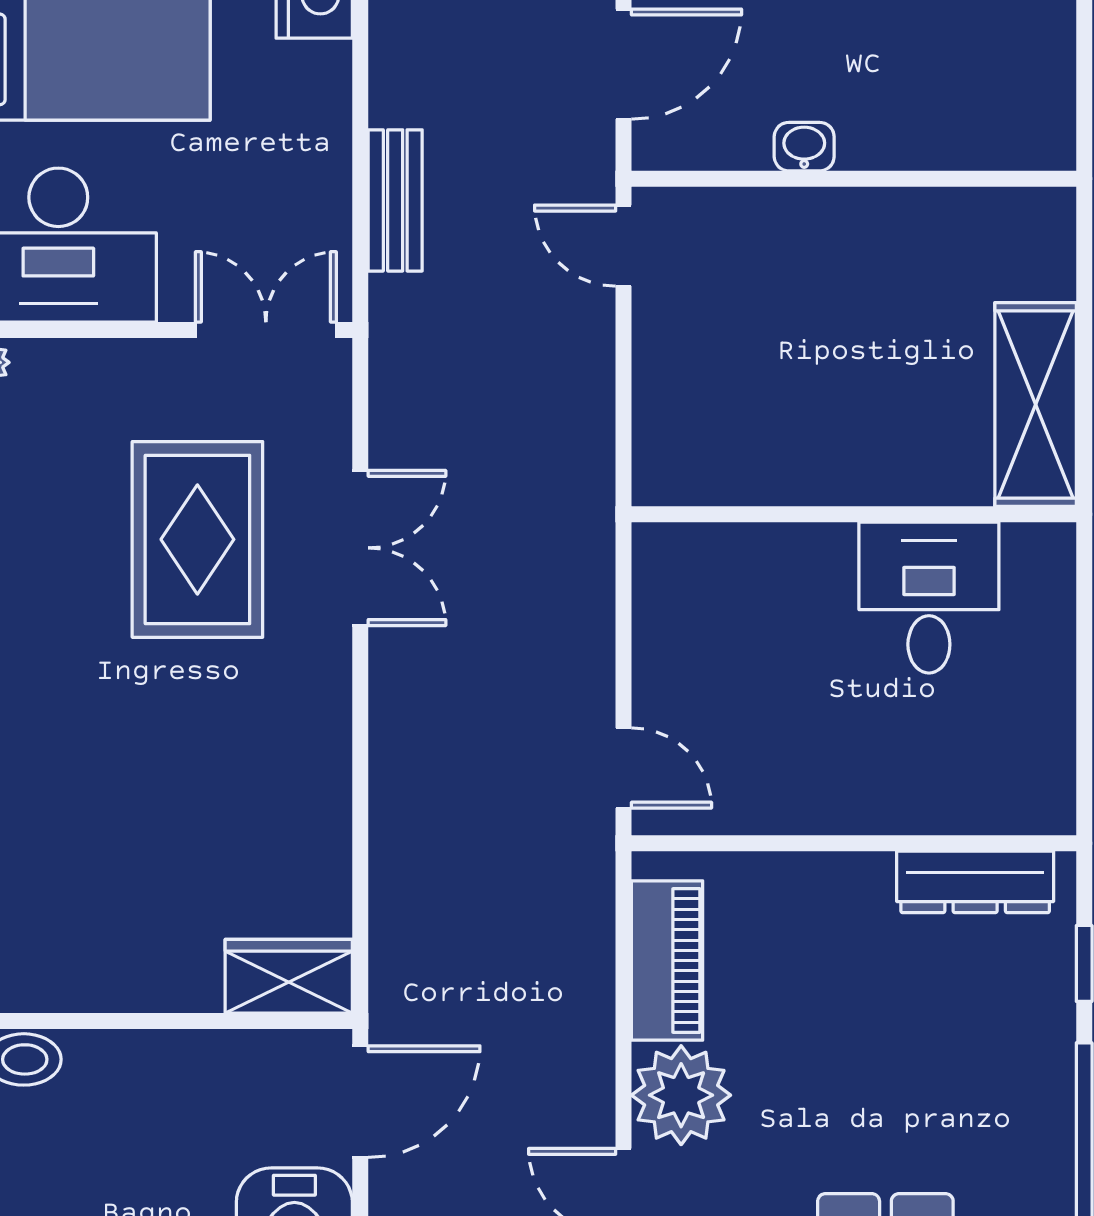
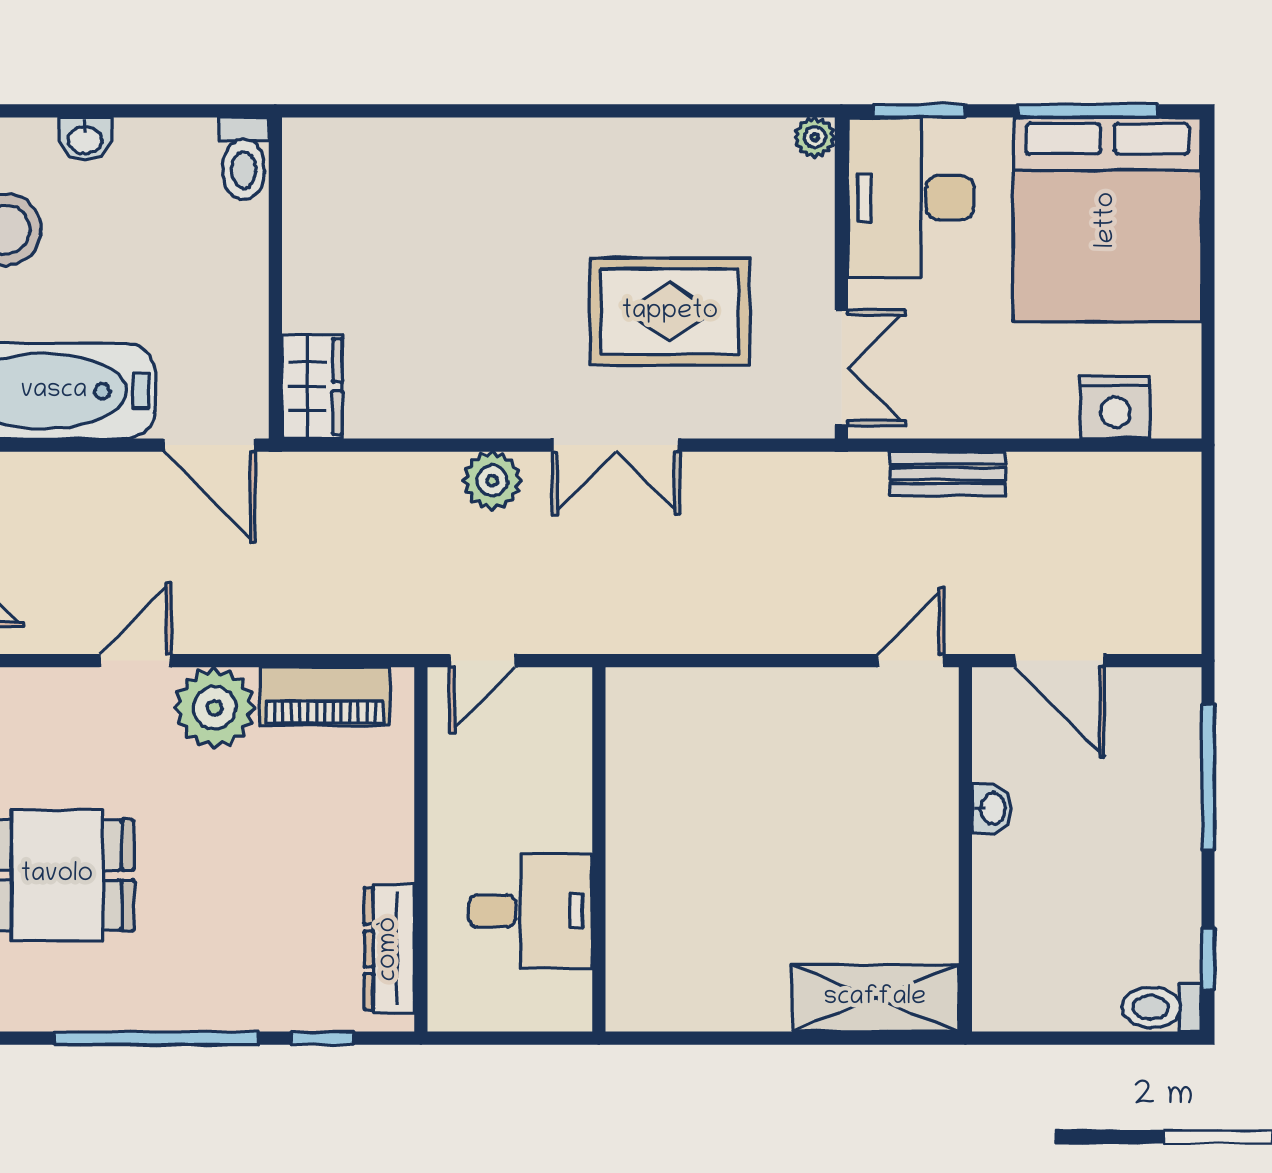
shelving: (1036, 405) -> (875, 998), moved
wall: (854, 514) -> (599, 849), moved
double door: (360, 548) -> (616, 445), moved
desk: (929, 598) -> (531, 911), moved
plant: (404, 756) -> (492, 481), added

